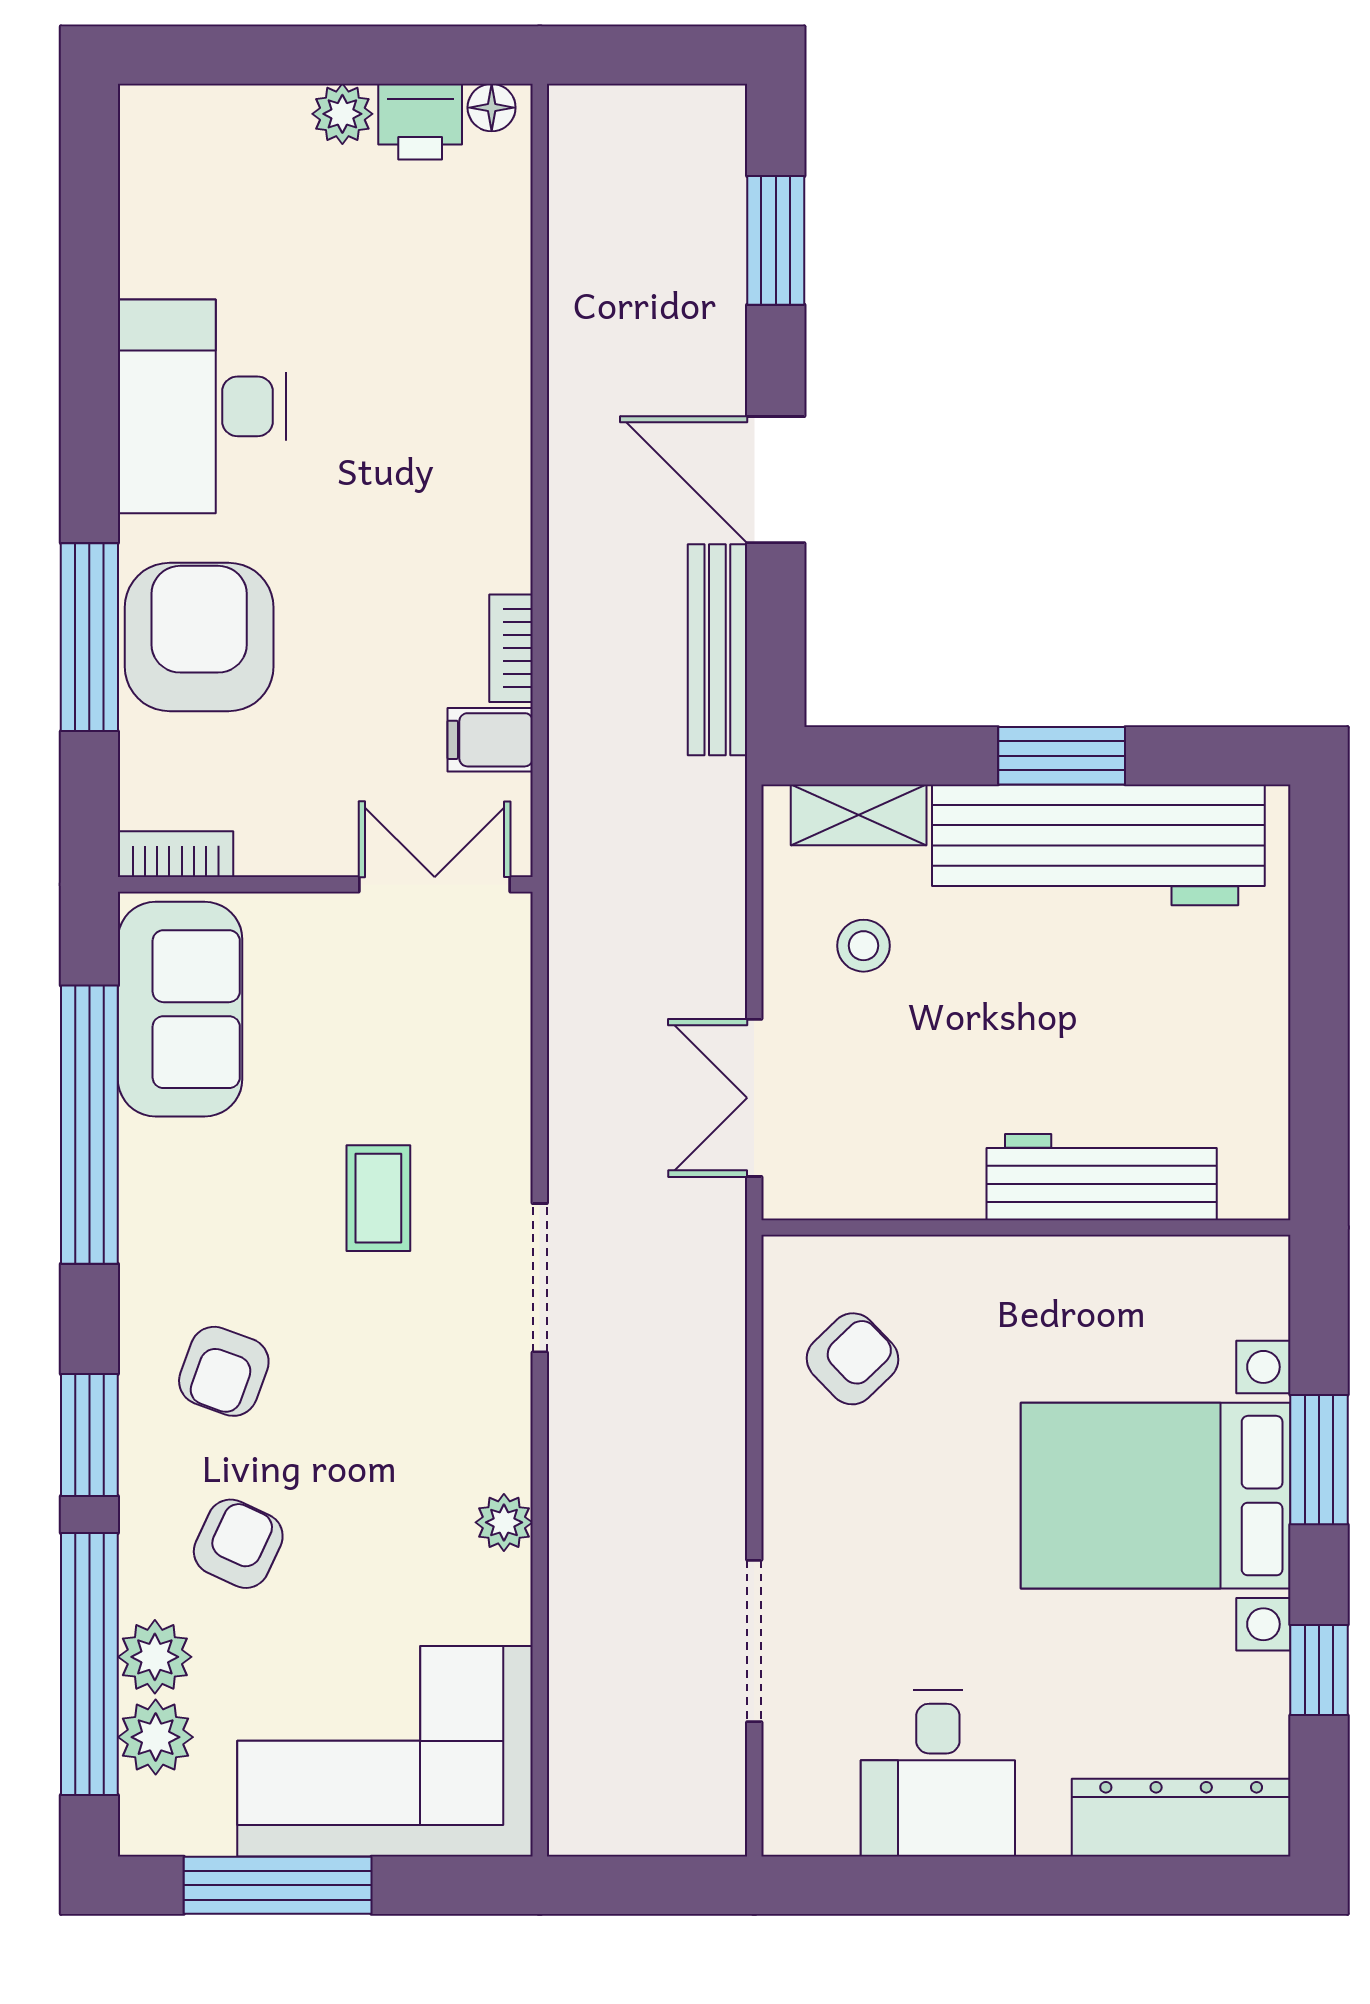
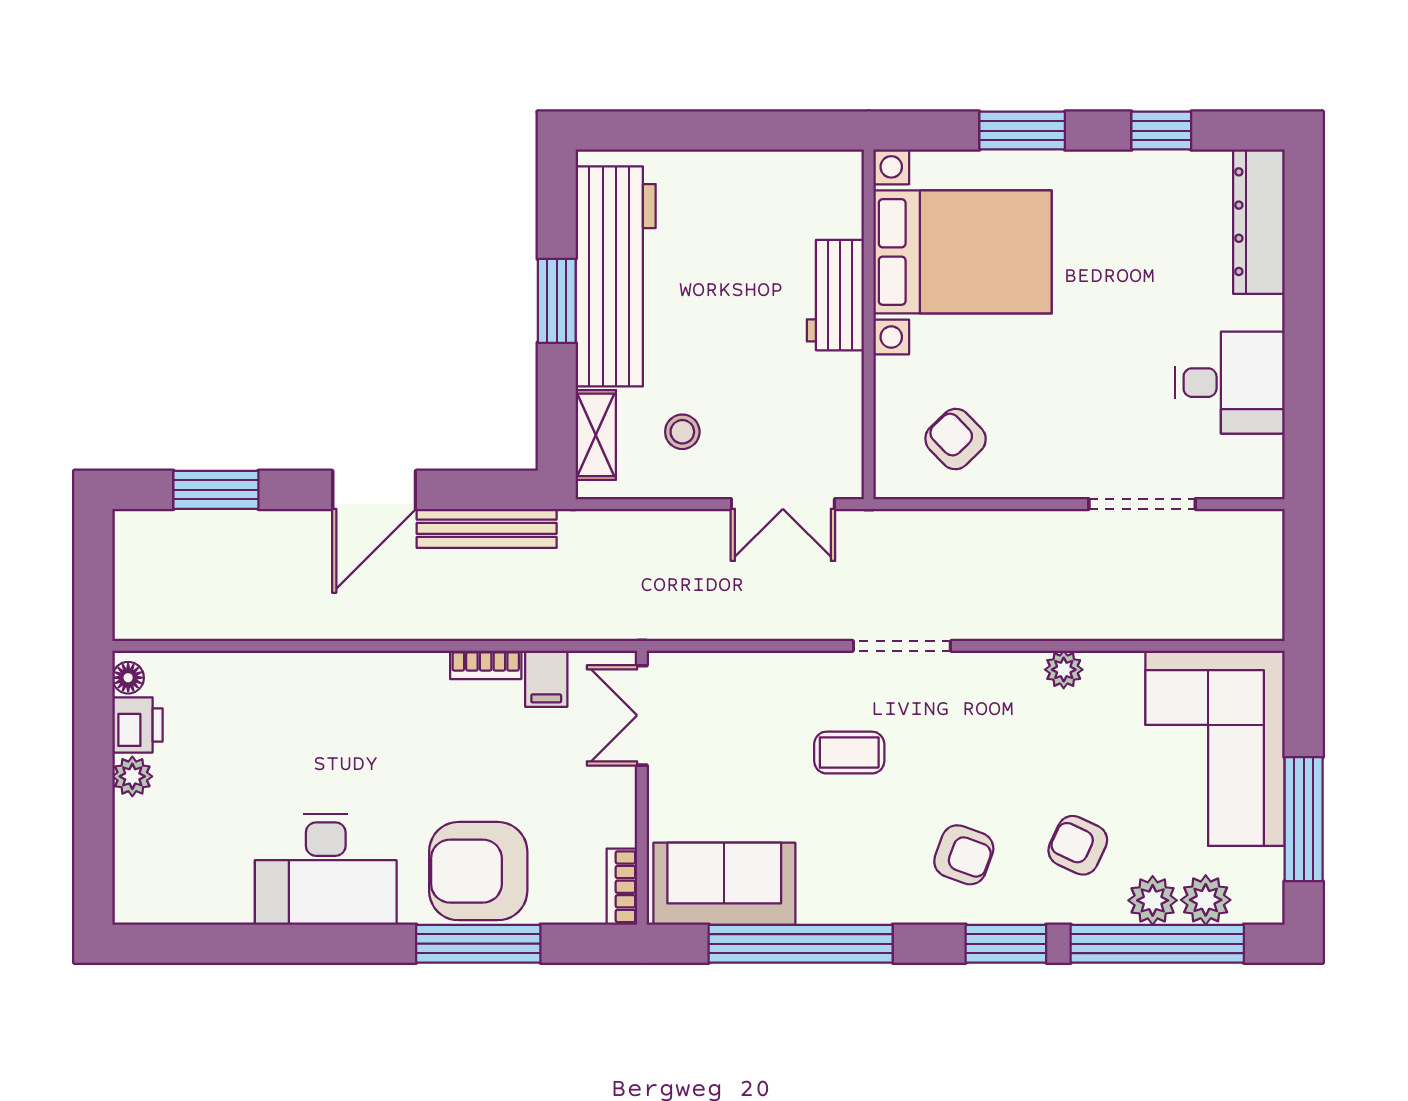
workbench: (1102, 1177) -> (835, 295), width x0.73
bed with nightstands: (1156, 1496) -> (963, 252), moved, turned -90

